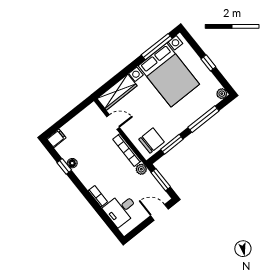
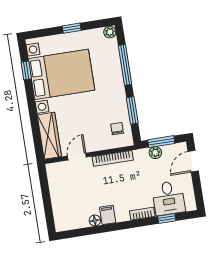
window: (157, 47) -> (26, 70), width x0.46
filing cabinet: (56, 138) -> (108, 215), moved
chair: (152, 141) -> (117, 129), width x0.54, depth x0.54
window: (64, 166) -> (167, 219), moved
plant: (141, 169) -> (155, 153), moved

